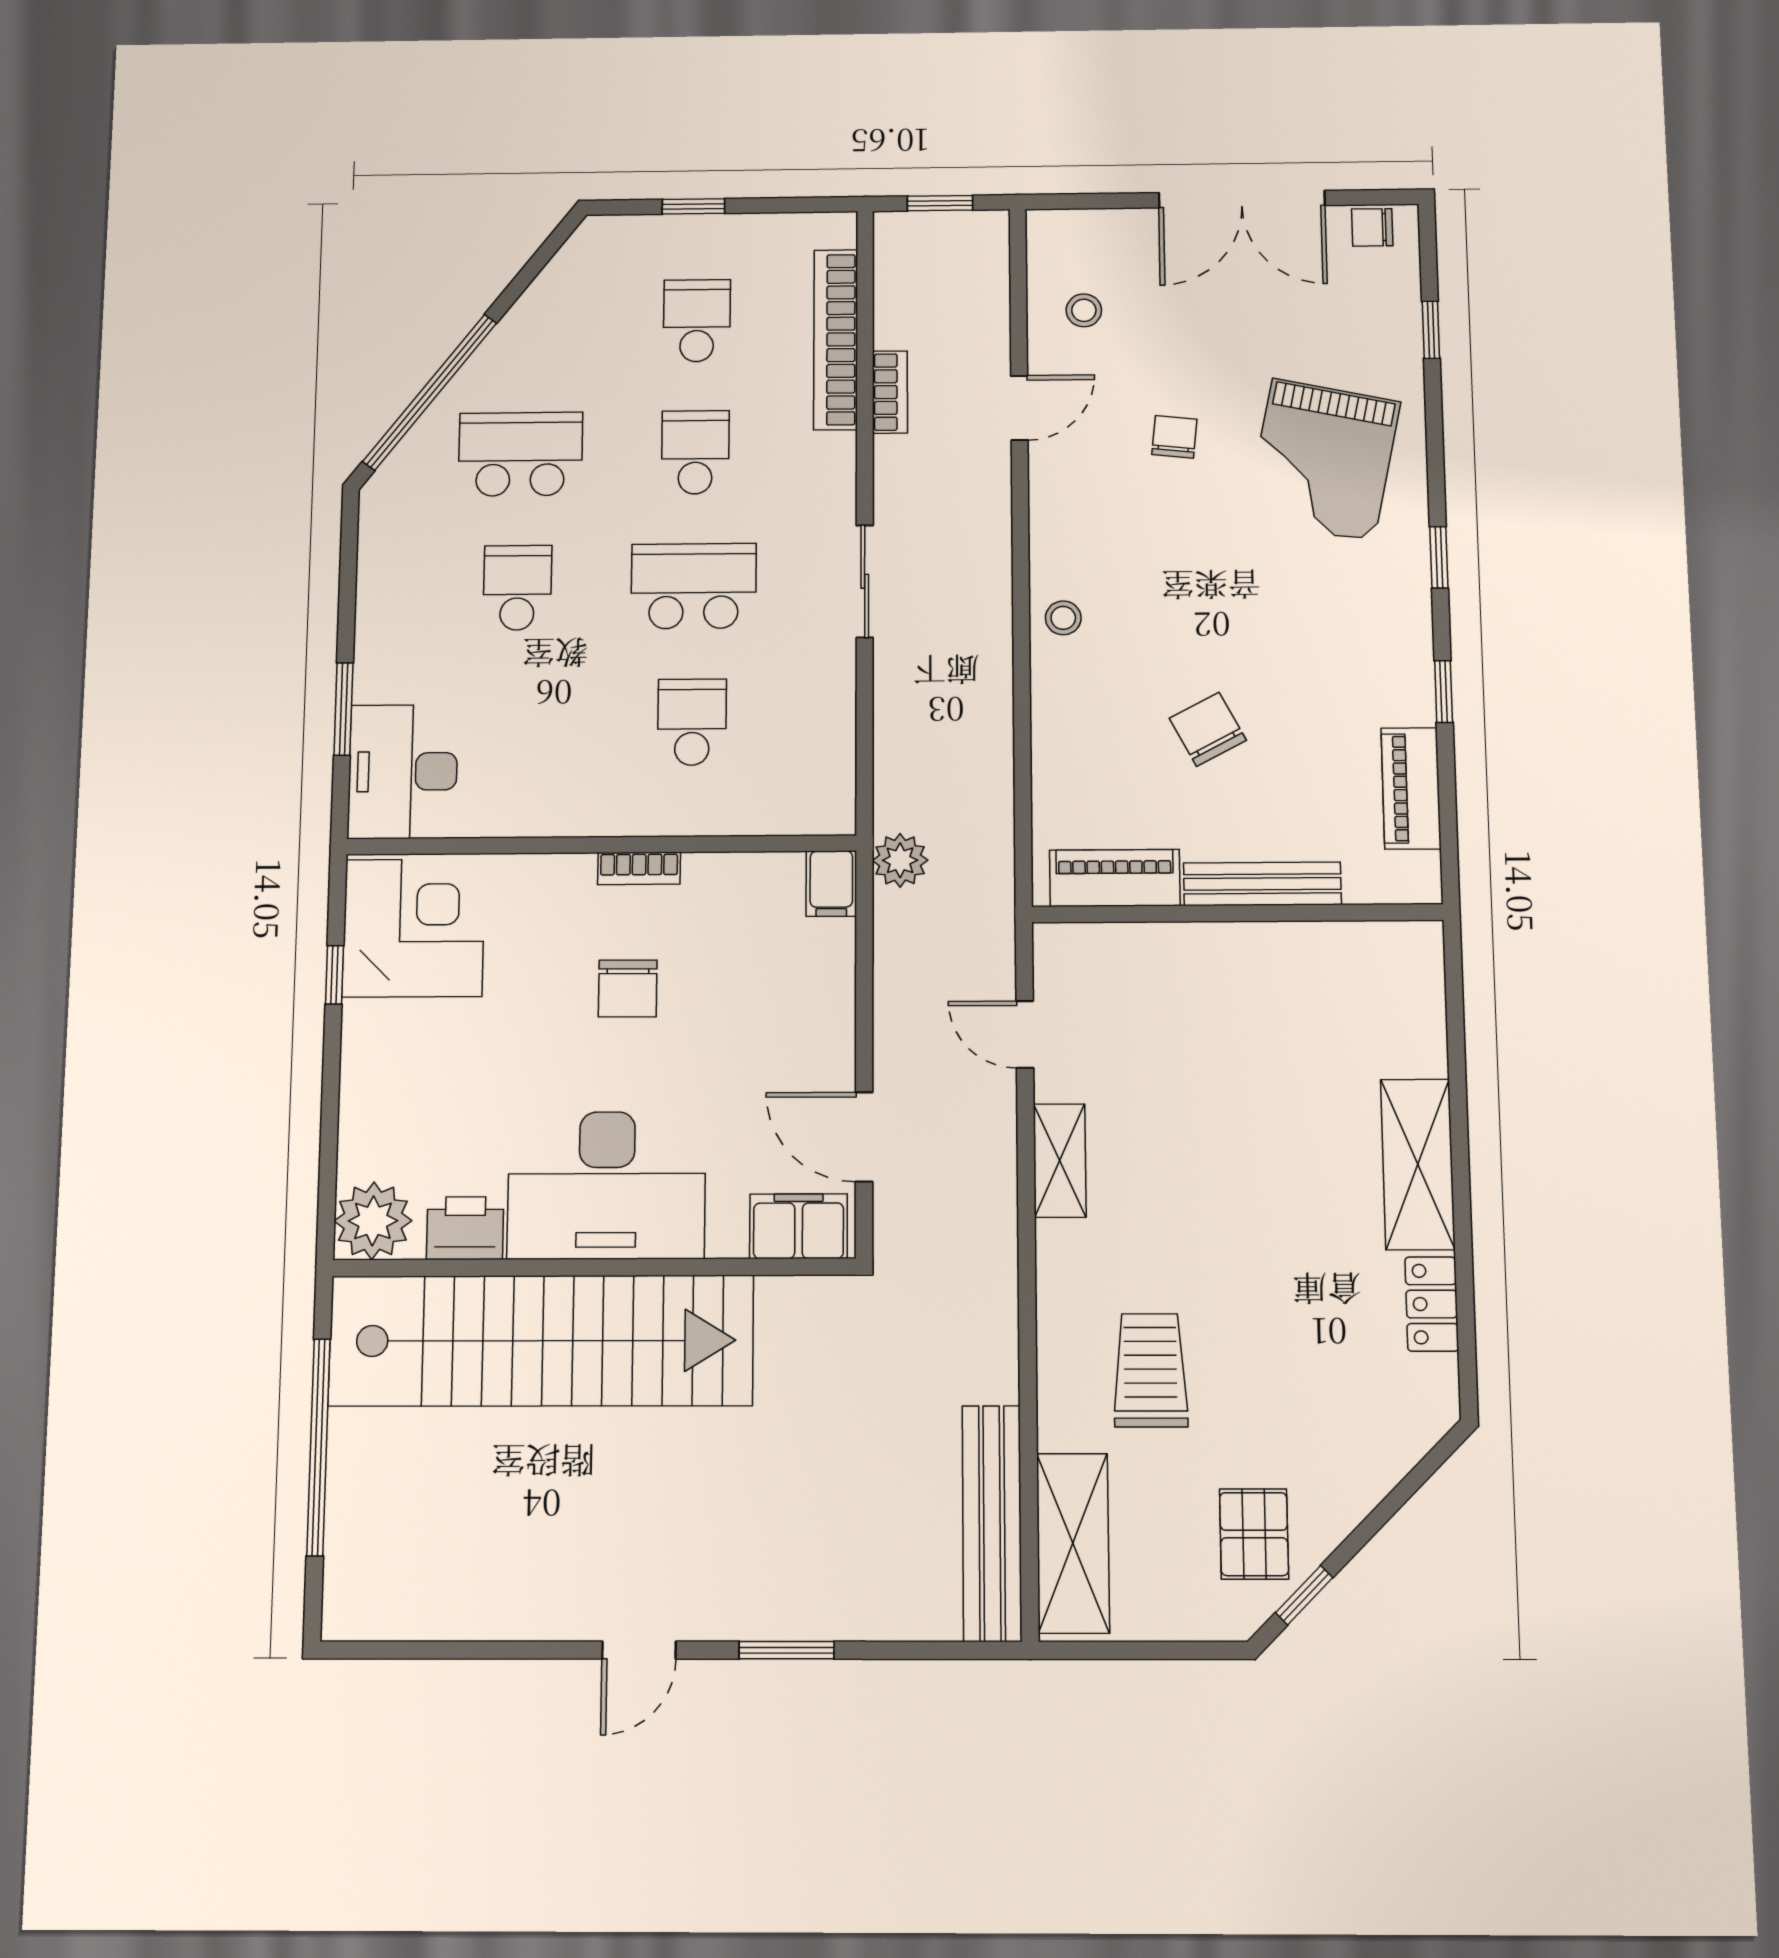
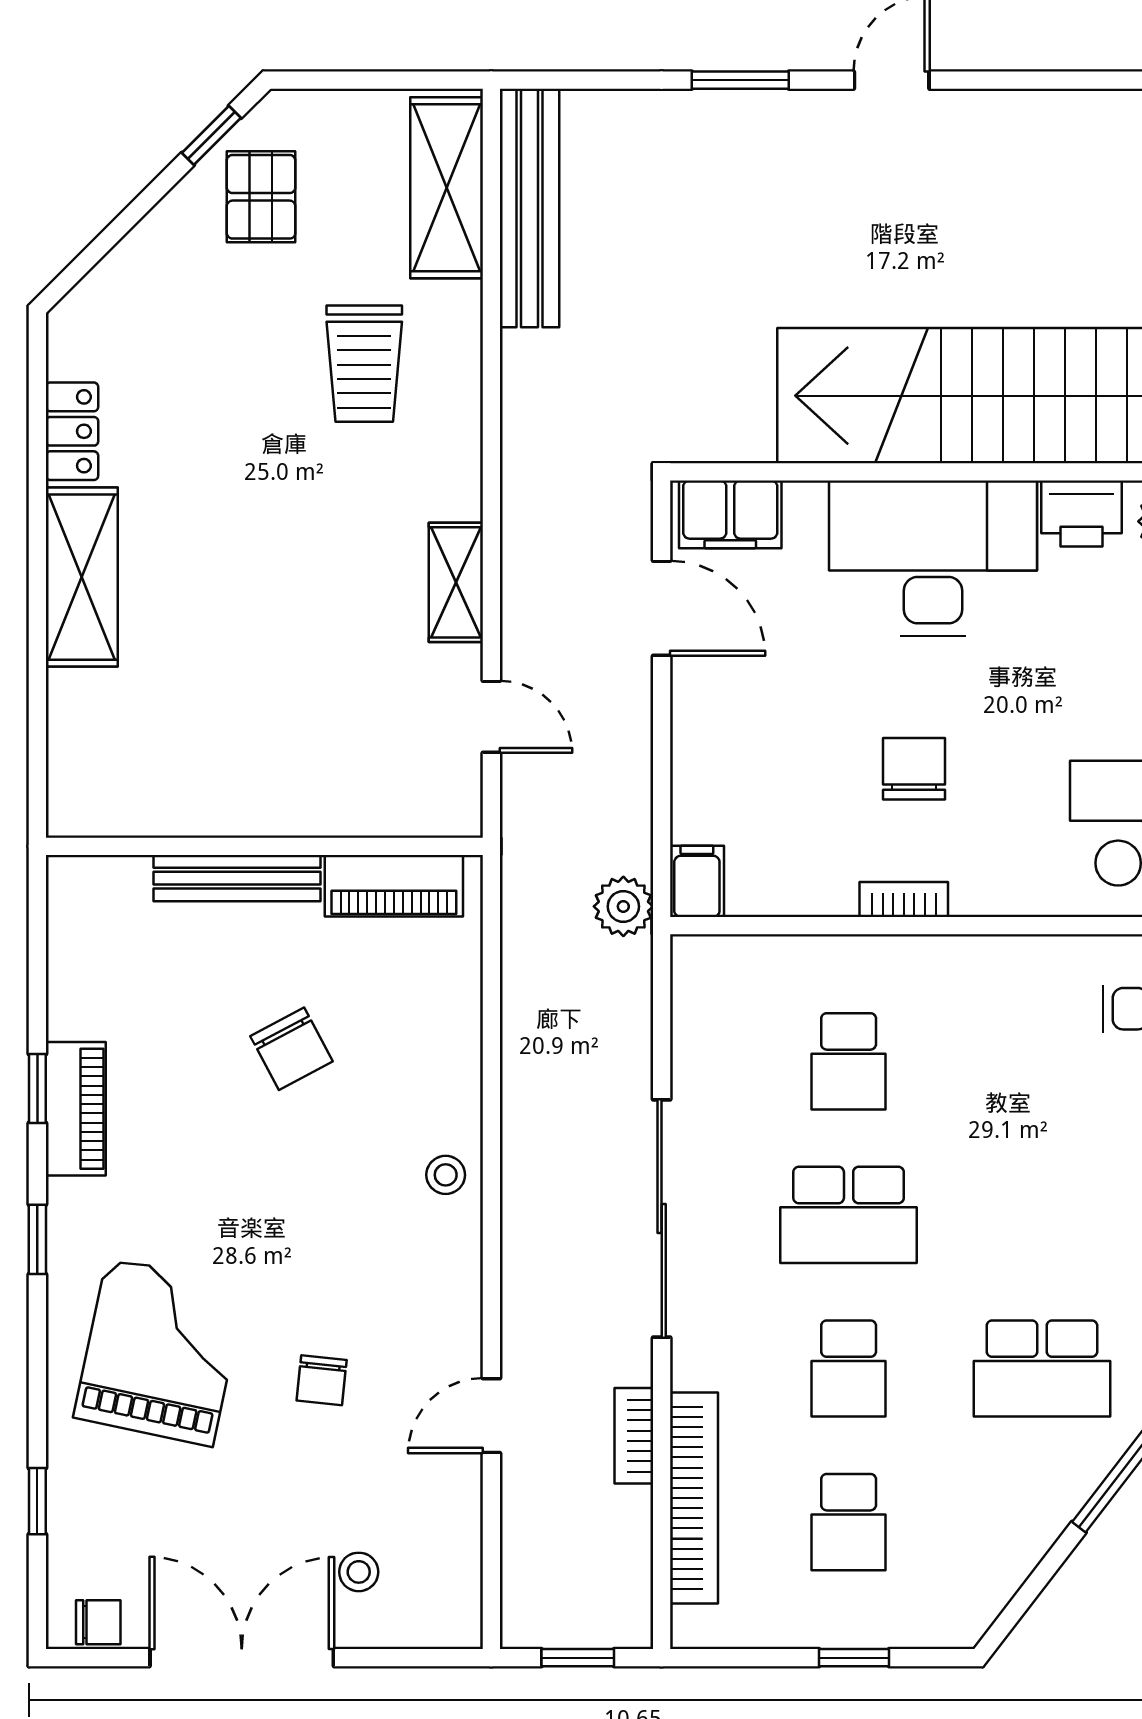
stool: (1084, 310) -> (359, 1572), moved
sliding door: (865, 581) -> (662, 1218), width x1.86
school desk: (517, 588) -> (1042, 1215), removed
piano: (1411, 788) -> (76, 1109), moved

